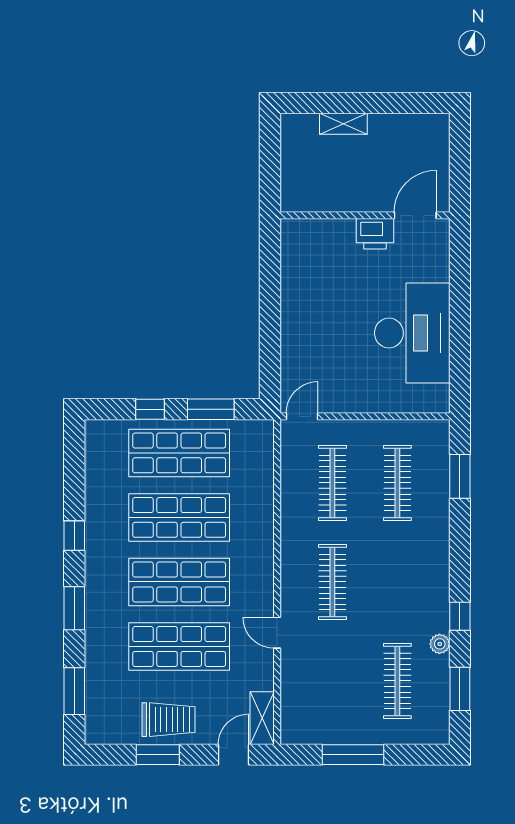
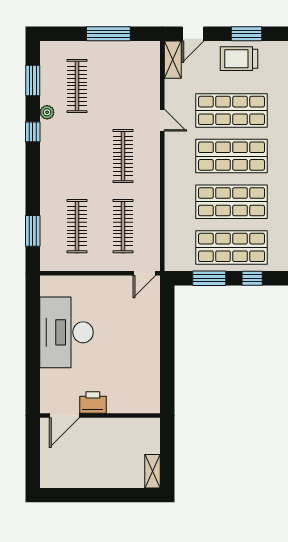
shelving: (343, 124) -> (153, 471), moved, turned 90

